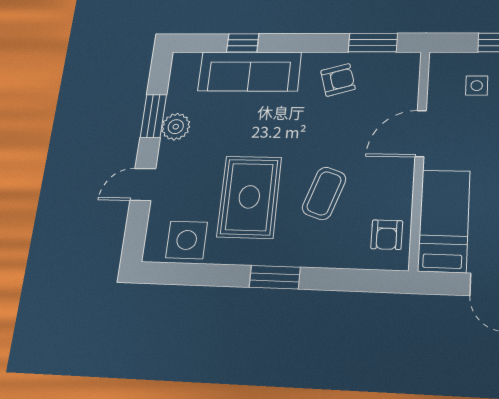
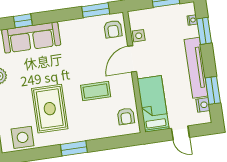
armchair: (338, 80) -> (113, 29), moved, turned 106
side table: (477, 86) -> (139, 36), moved
coffee table: (324, 193) -> (96, 91), moved, turned 71

